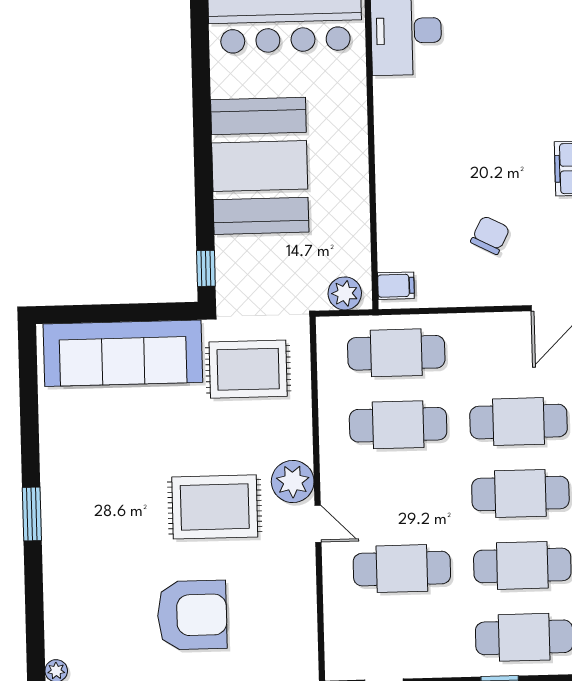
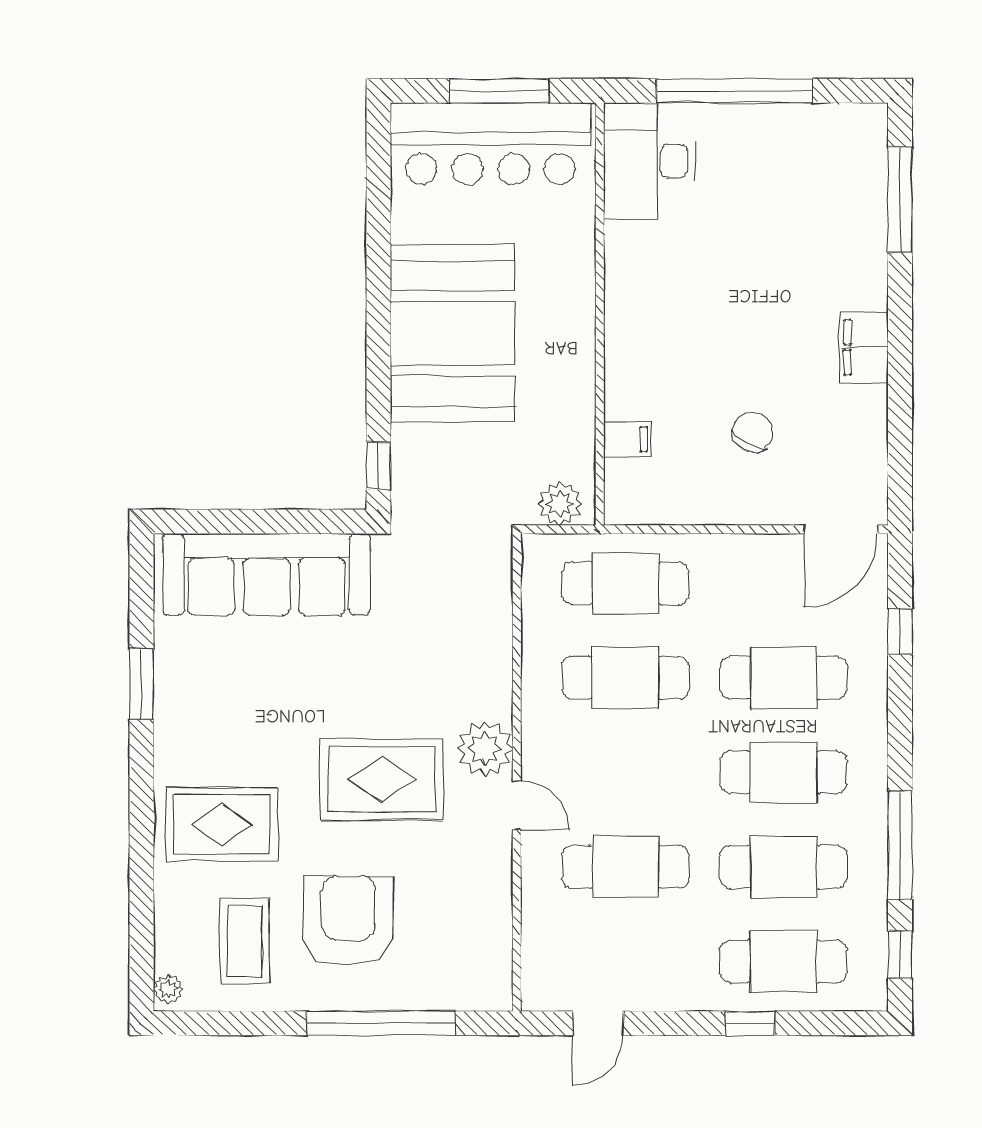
filing cabinet: (396, 286) -> (627, 439), moved
rug: (248, 369) -> (222, 825), moved
window: (32, 514) -> (141, 684), moved
armchair: (192, 615) -> (348, 921), turned -90
coffee table: (114, 633) -> (245, 941), added

